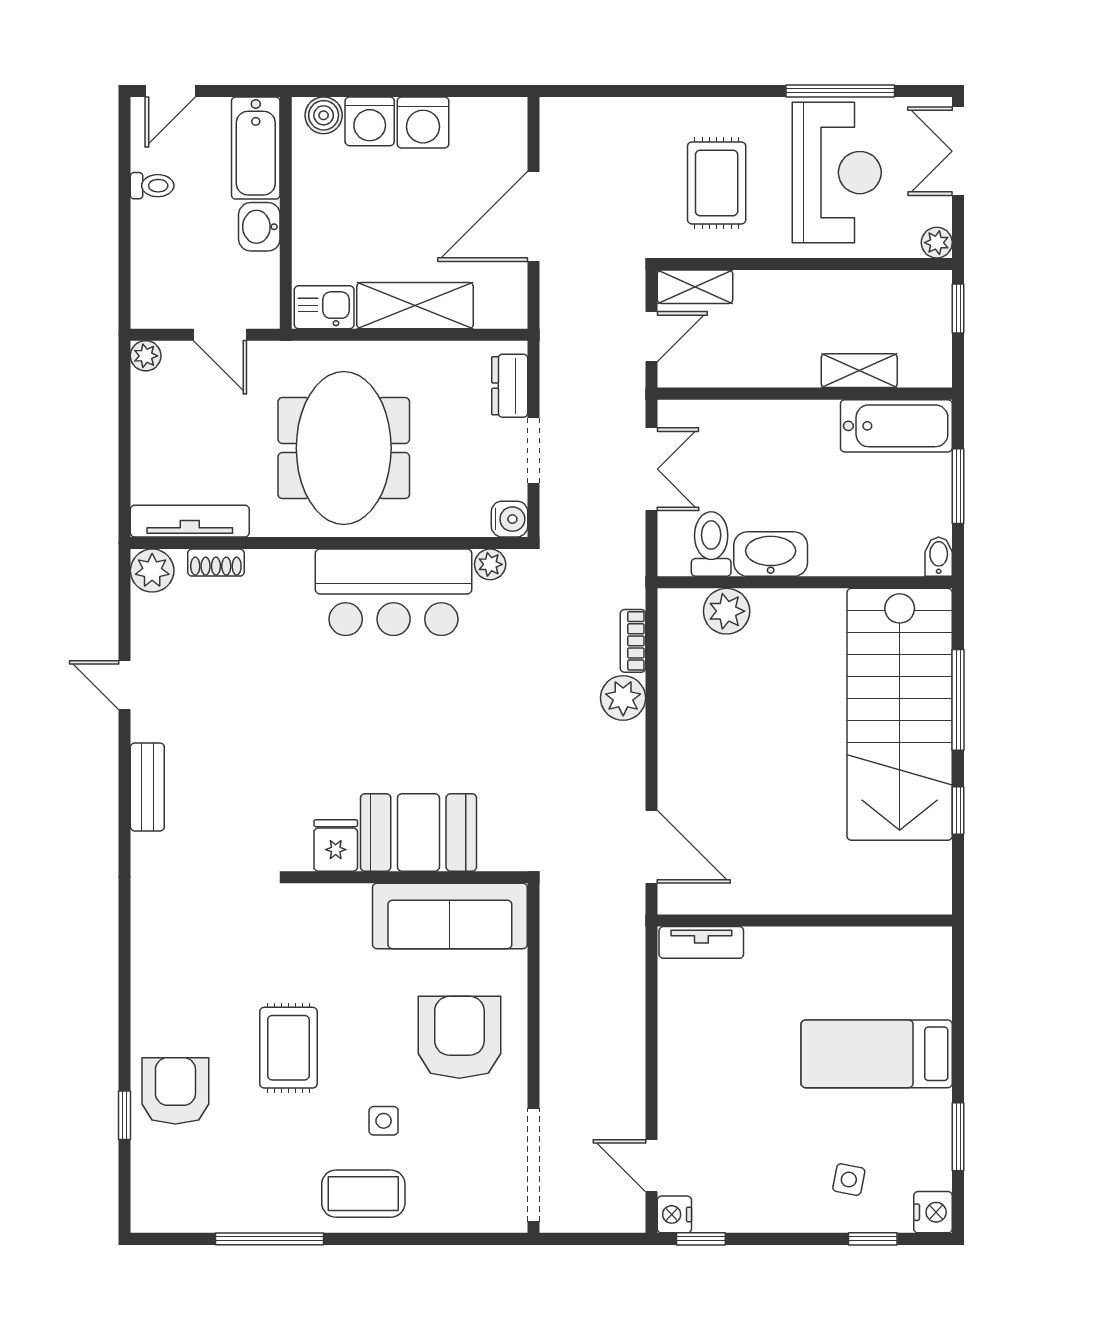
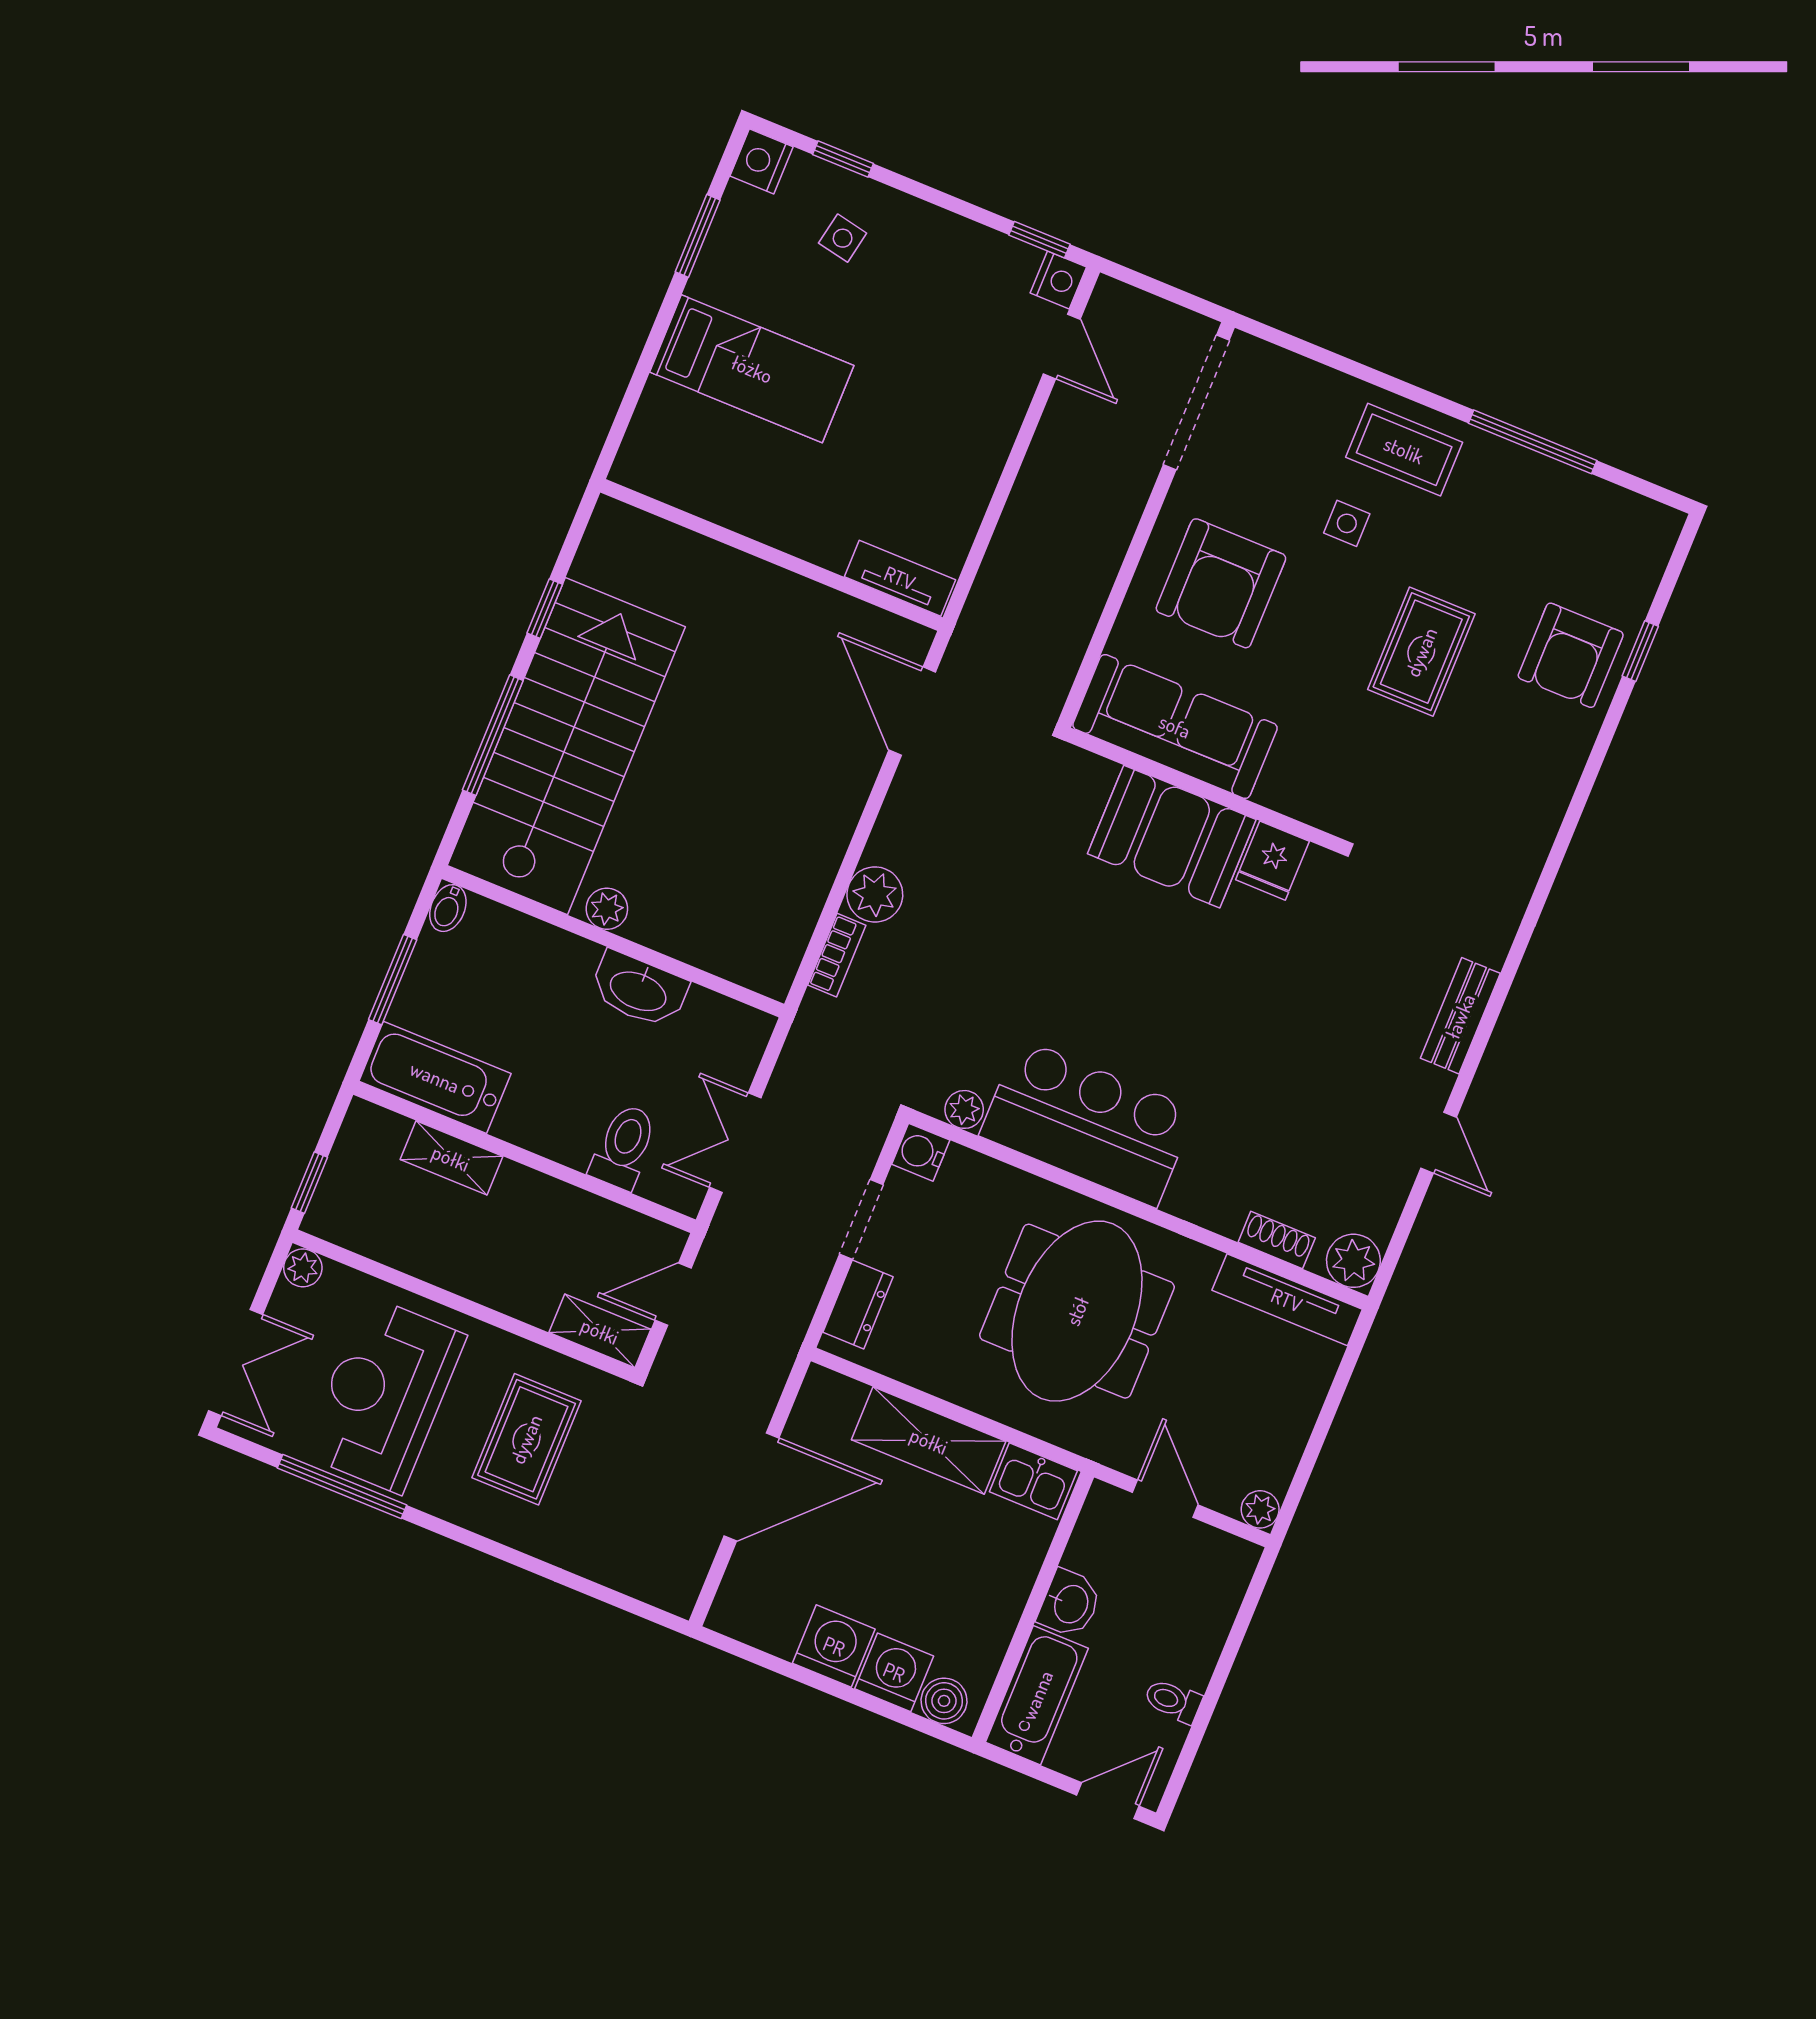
toilet: (711, 544) -> (624, 1147), moved, turned 180
plant: (727, 611) -> (607, 909), moved, width x0.73, depth x0.73

